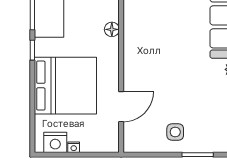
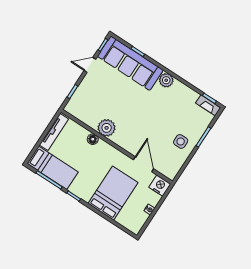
plant: (135, 37) -> (107, 128), added
bed: (65, 86) -> (113, 193), width x0.73
nightstand: (55, 142) -> (160, 186), moved, turned -90

